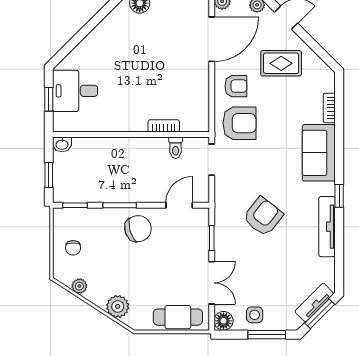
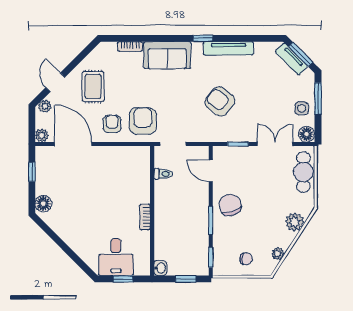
bookcase: (164, 126) -> (145, 217), moved

